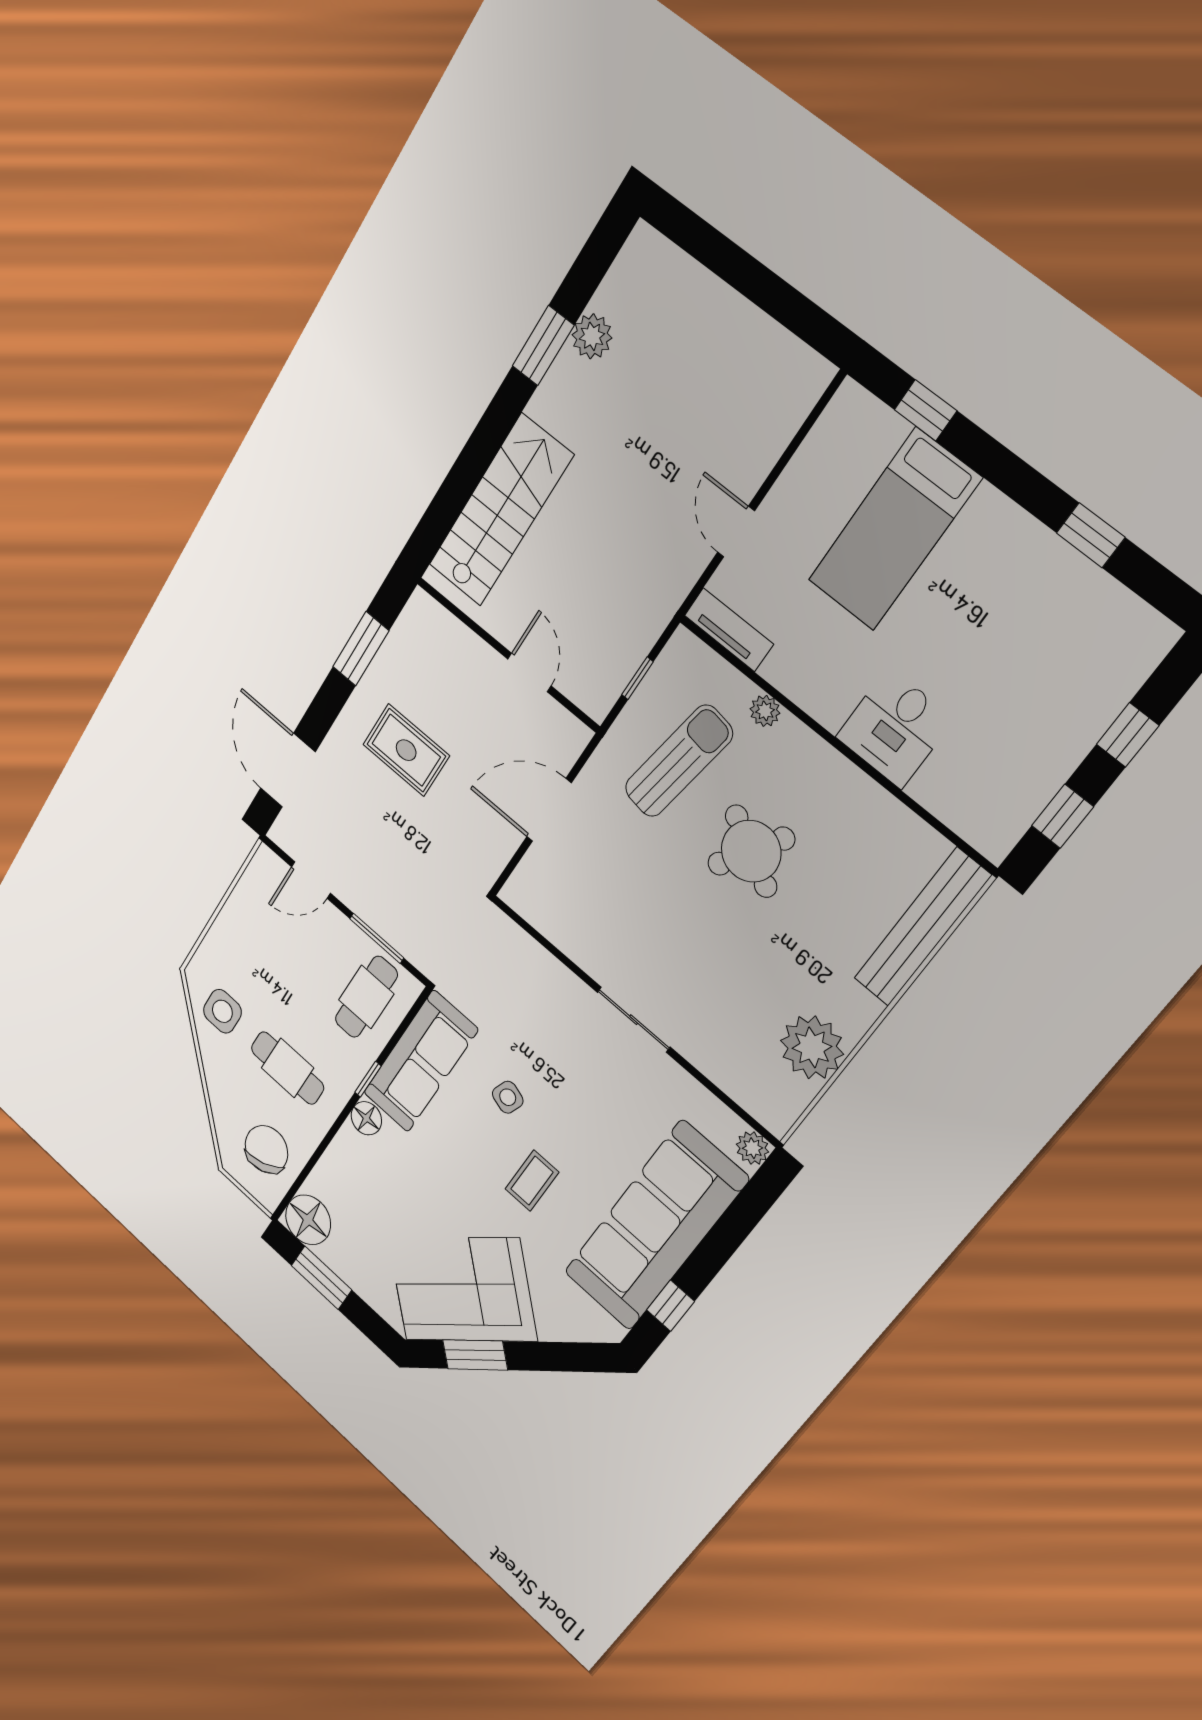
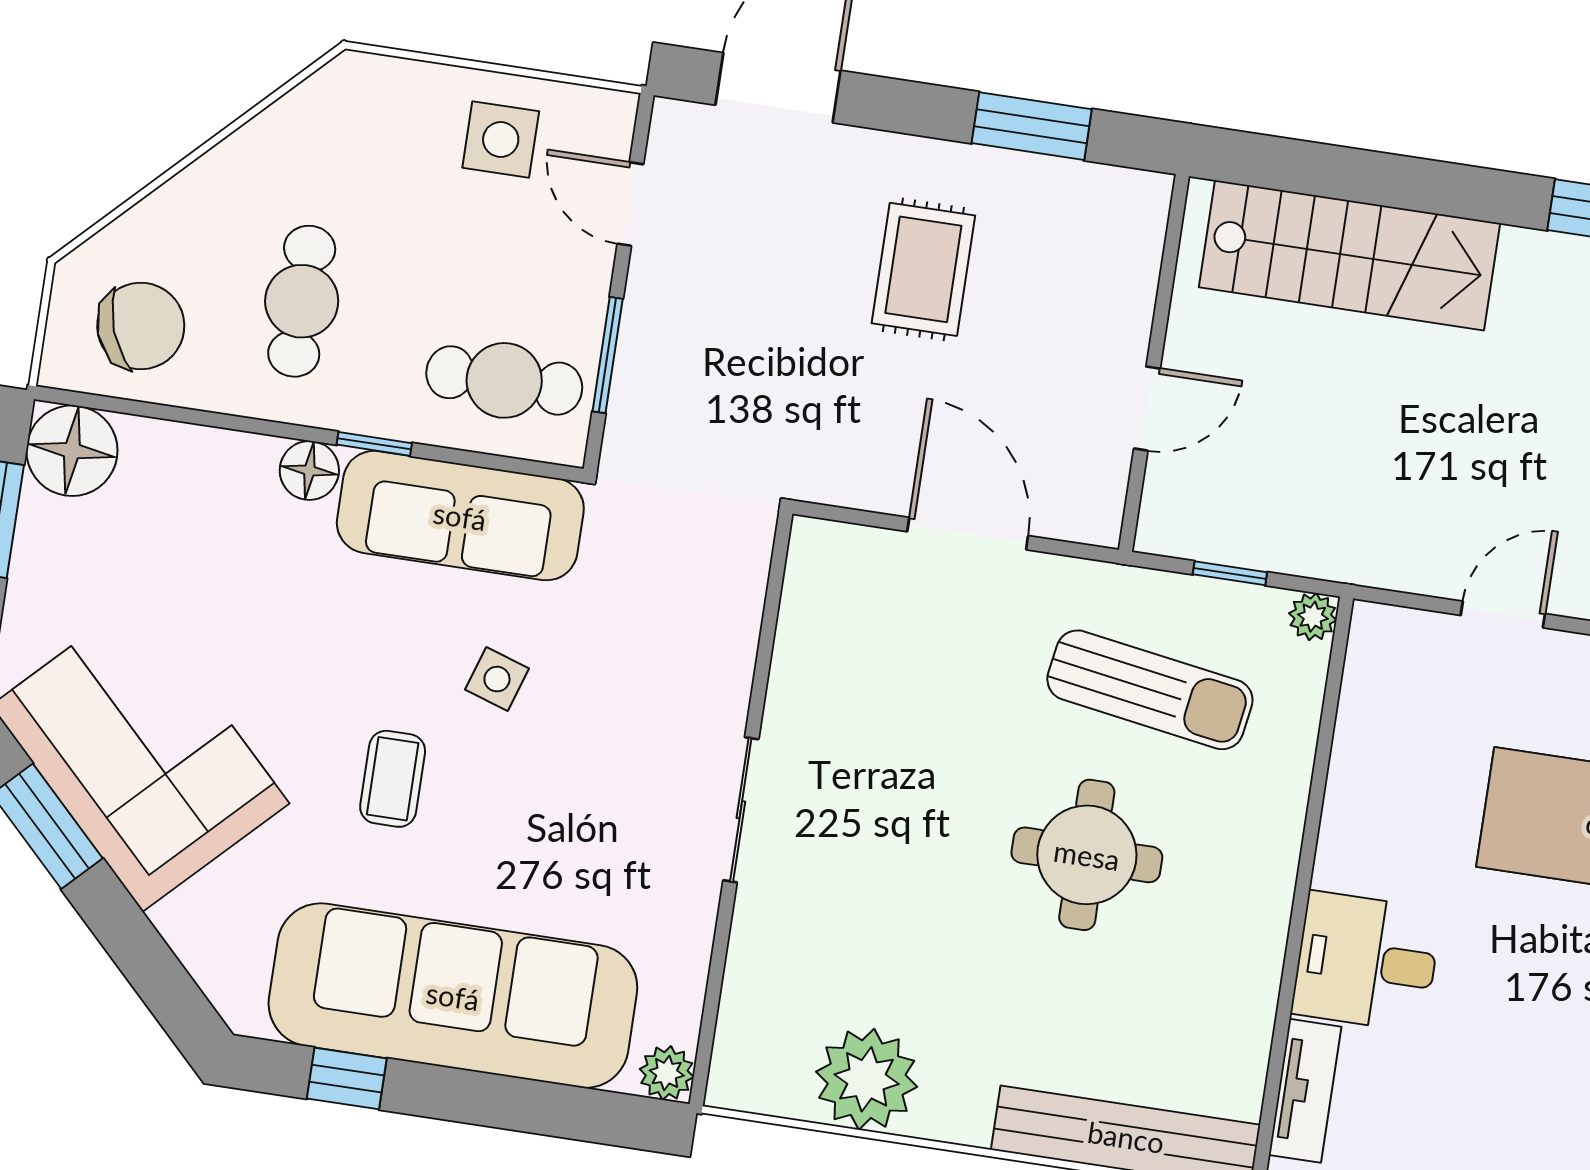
tv unit: (729, 630) -> (1305, 1091), moved
plant: (765, 711) -> (1313, 617), moved
round table: (751, 851) -> (1087, 855), turned -30
side table: (222, 1011) -> (501, 140), moved
coffee table: (532, 1181) -> (393, 779), turned 90

